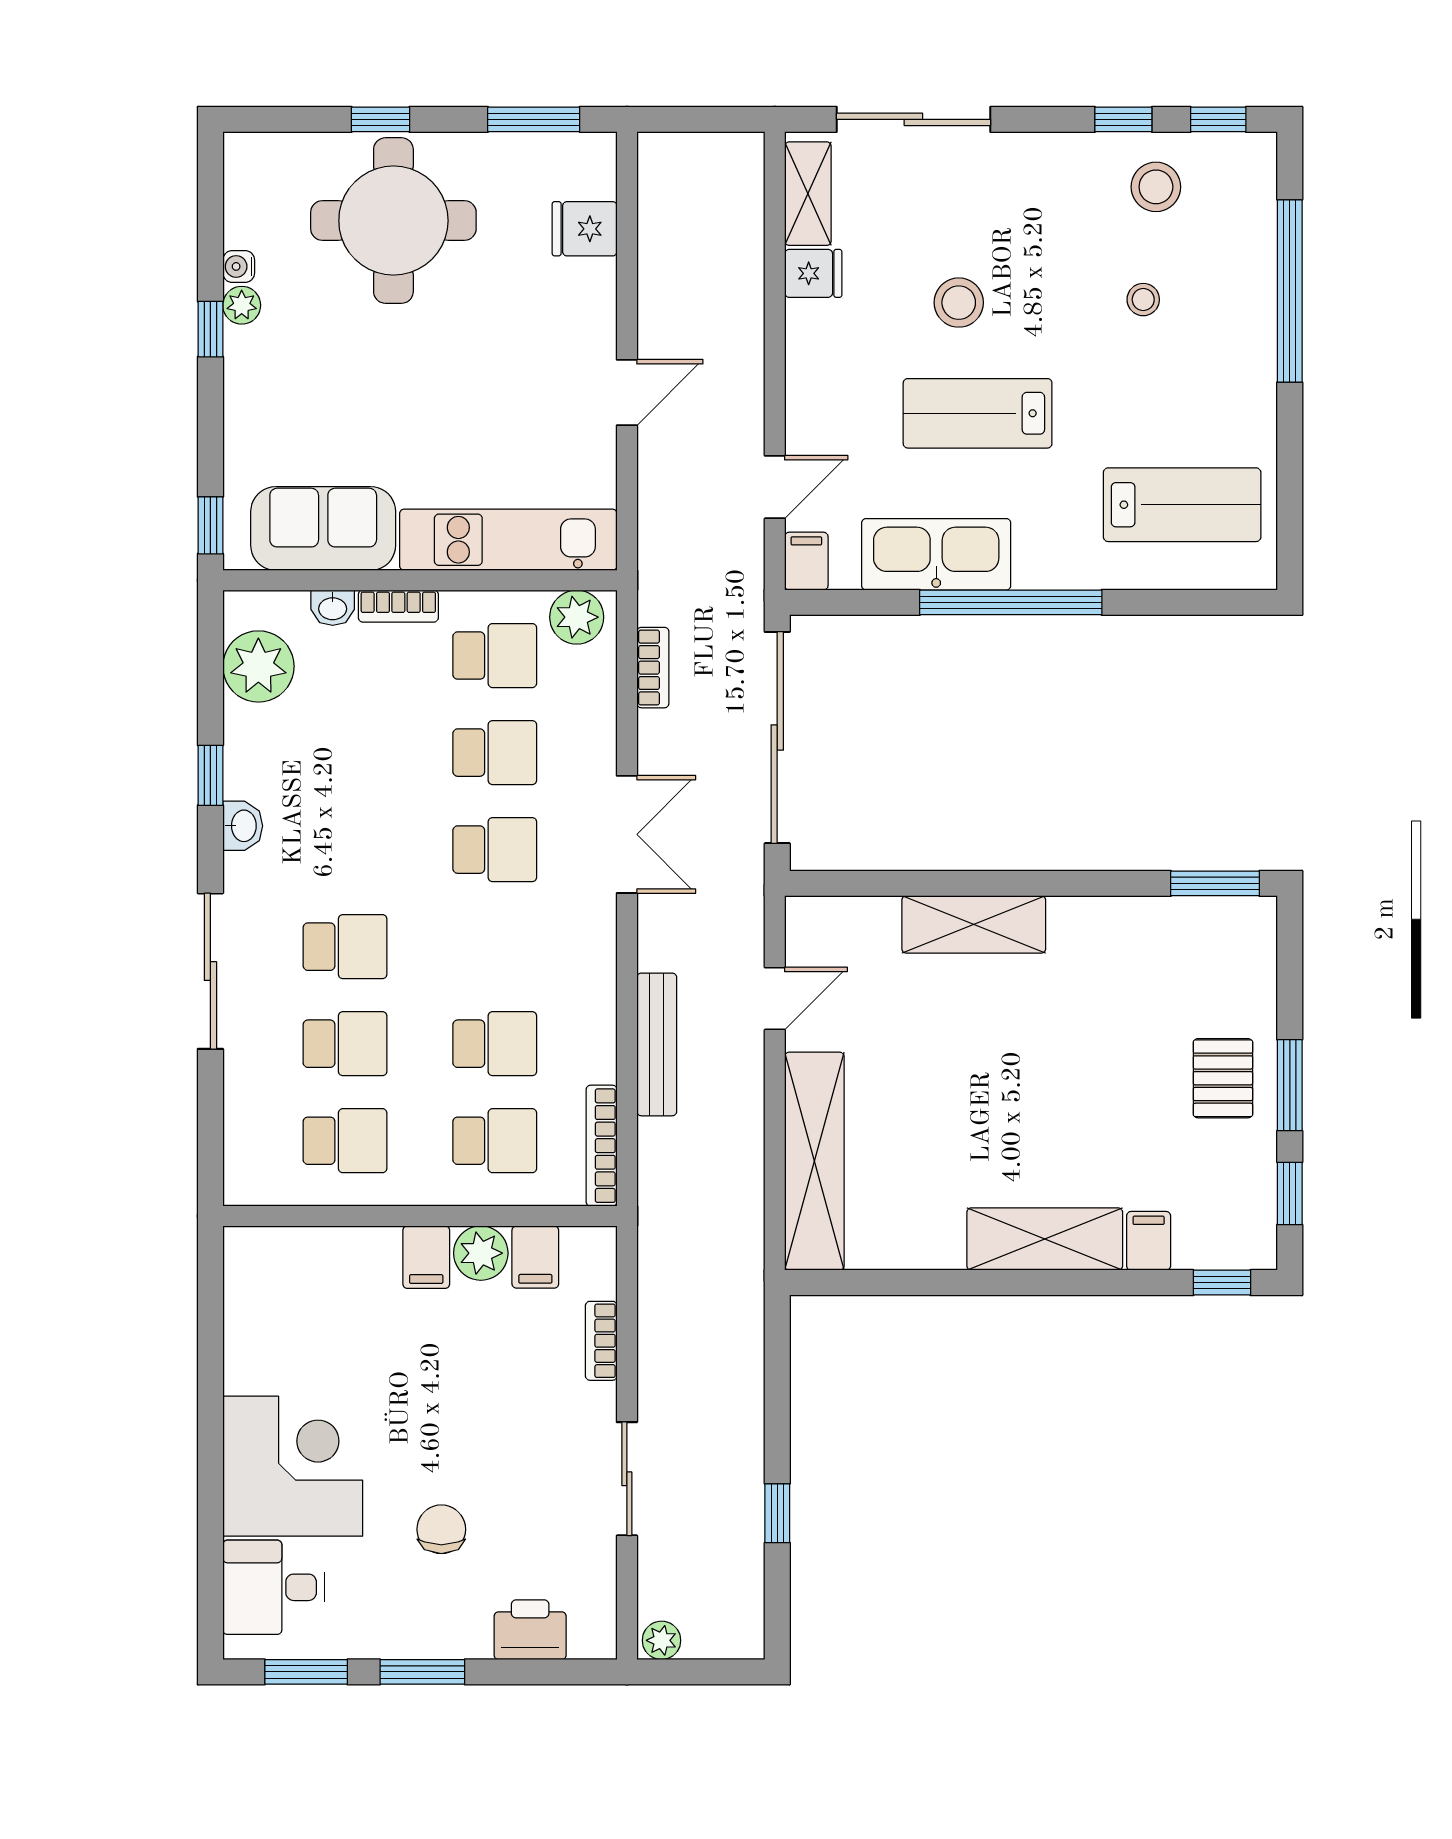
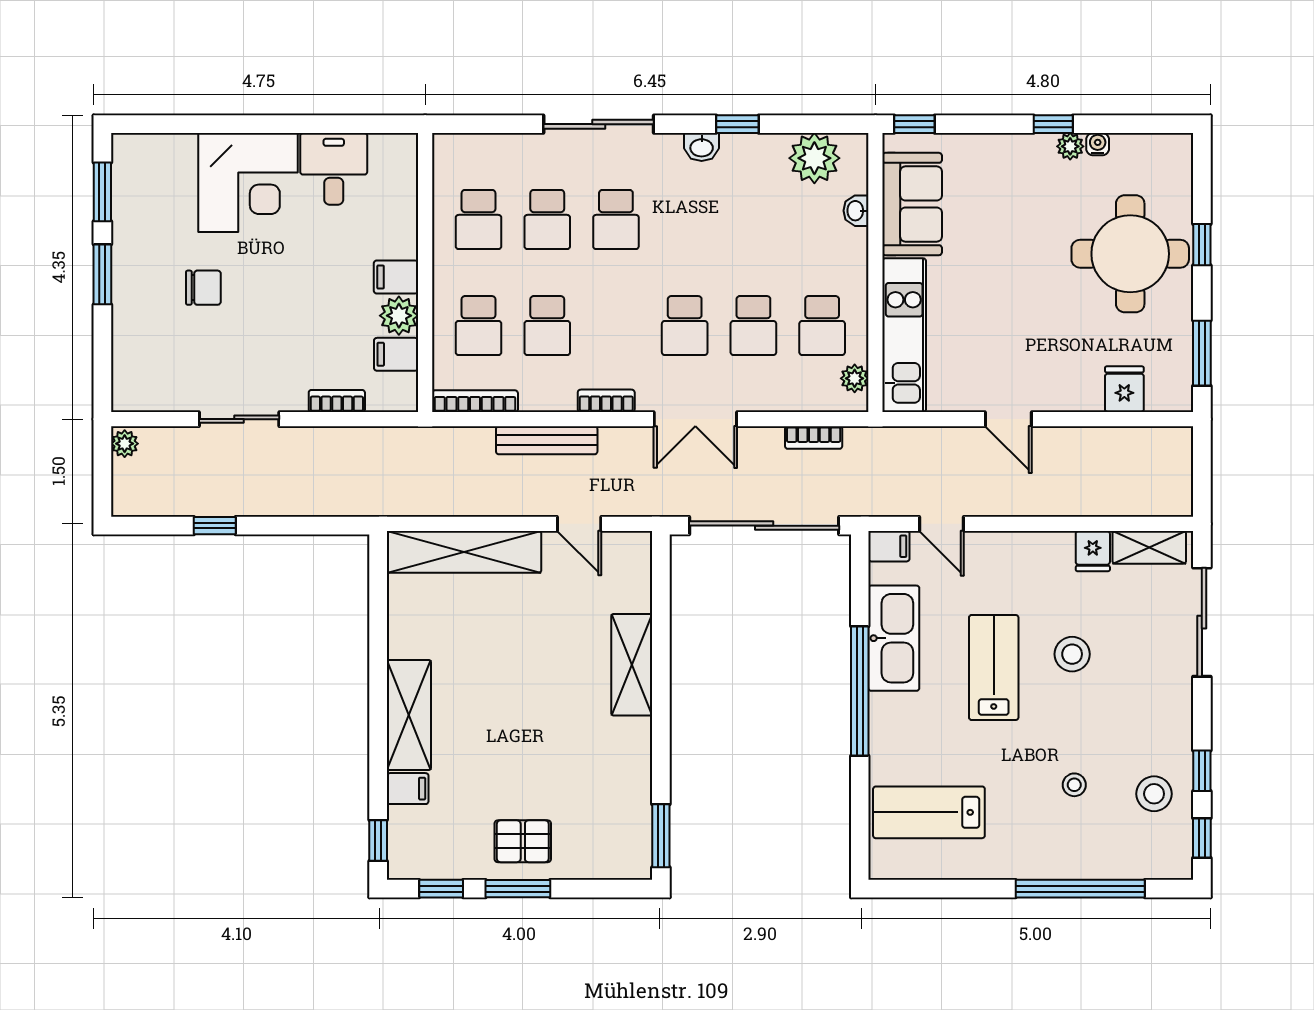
lab bench: (1182, 505) -> (929, 812), turned 90
bookcase: (398, 606) -> (606, 401), moved, turned 90
plant: (577, 617) -> (855, 378), width x0.73, depth x0.73
desk: (274, 1587) -> (334, 169), moved
printer: (530, 1630) -> (132, 351), removed

